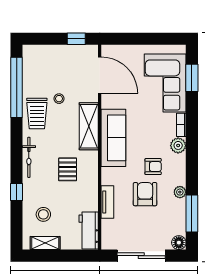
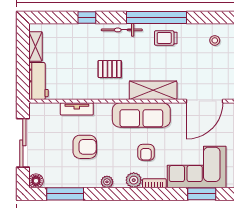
window: (17, 87) -> (156, 18), moved
stool: (59, 99) -> (215, 40), moved
trolley: (37, 114) -> (166, 38), width x0.73, depth x0.72
armchair: (153, 167) -> (146, 152), moved
plant: (180, 192) -> (107, 182), moved
stool: (43, 214) -> (64, 45), removed
workbench: (89, 230) -> (38, 81), moved, turned 90

